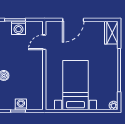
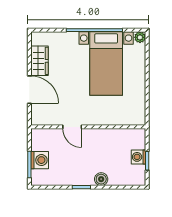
wardrobe: (111, 33) -> (39, 61), moved, turned -90
door: (44, 42) -> (72, 127), moved
bed with nightstands: (75, 85) -> (106, 64), moved, turned -90

